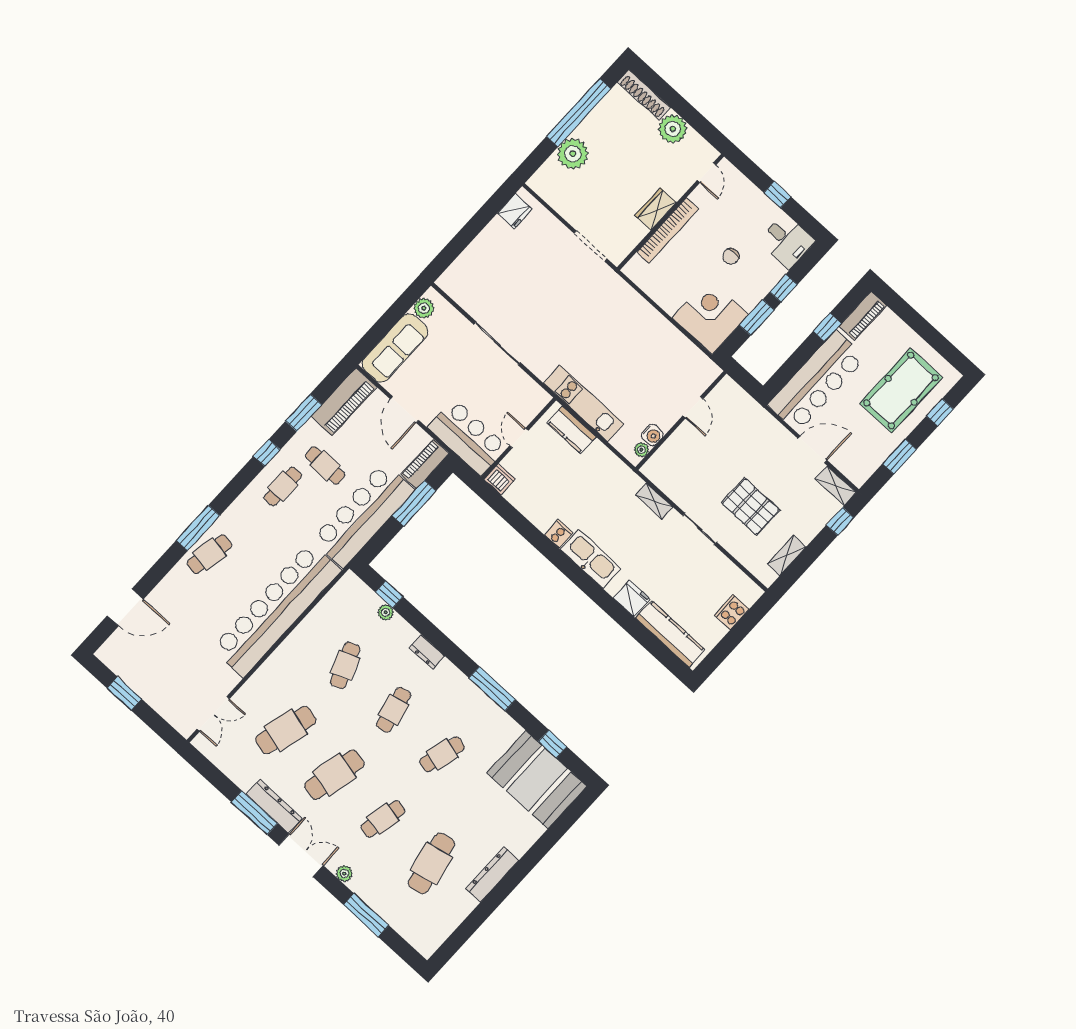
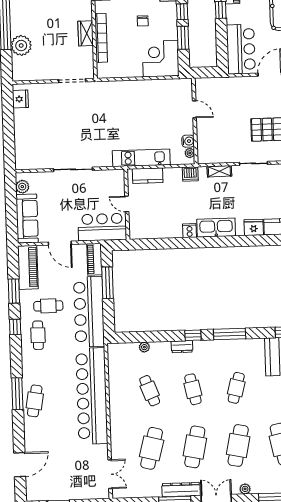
bar counter: (817, 381) -> (241, 49), width x0.73
dishwasher: (500, 479) -> (190, 174), moved, turned 180
window: (389, 594) -> (193, 335), moved
cafe table: (383, 819) -> (238, 445), width x1.37, depth x1.35

